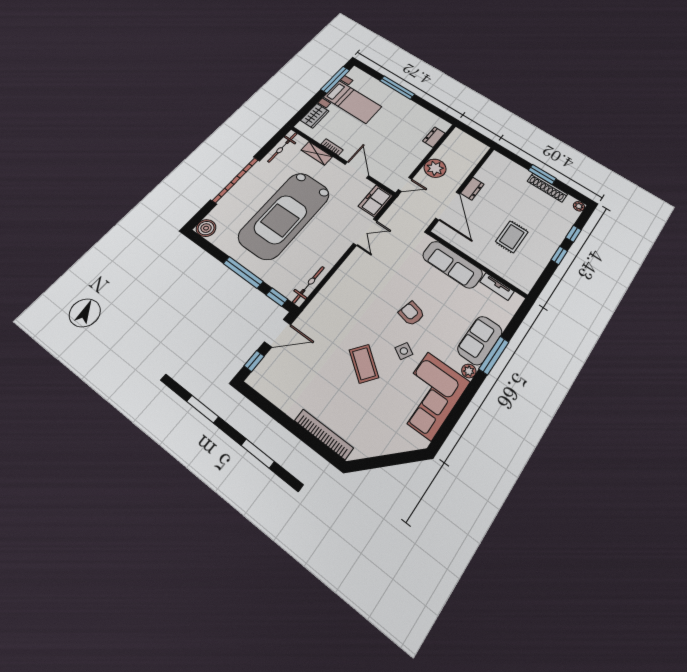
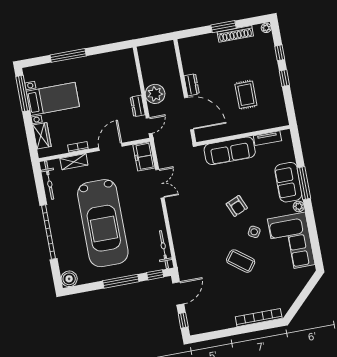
dresser: (434, 137) -> (138, 106), moved
door: (357, 170) -> (110, 147), hinge flipped
armchair: (411, 314) -> (237, 206), turned -126

